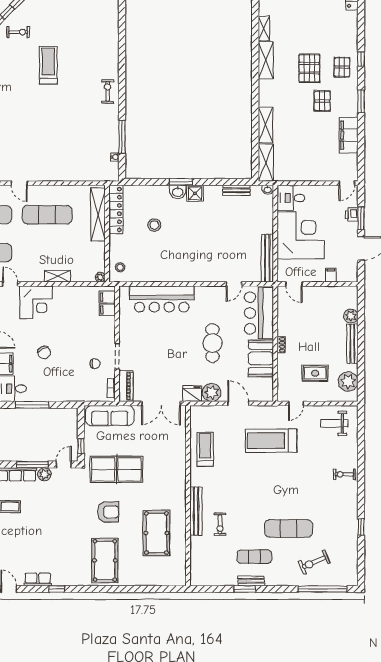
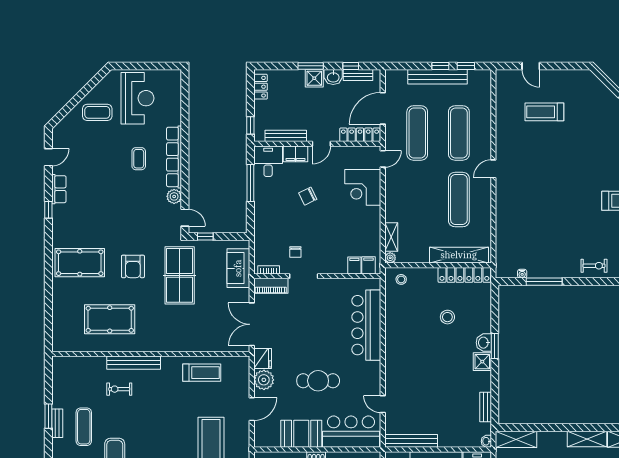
shelving: (266, 125) -> (587, 439), moved
shelving: (57, 276) -> (391, 237), moved
sofa: (110, 416) -> (238, 268), width x0.73
window: (32, 465) -> (185, 183), removed

